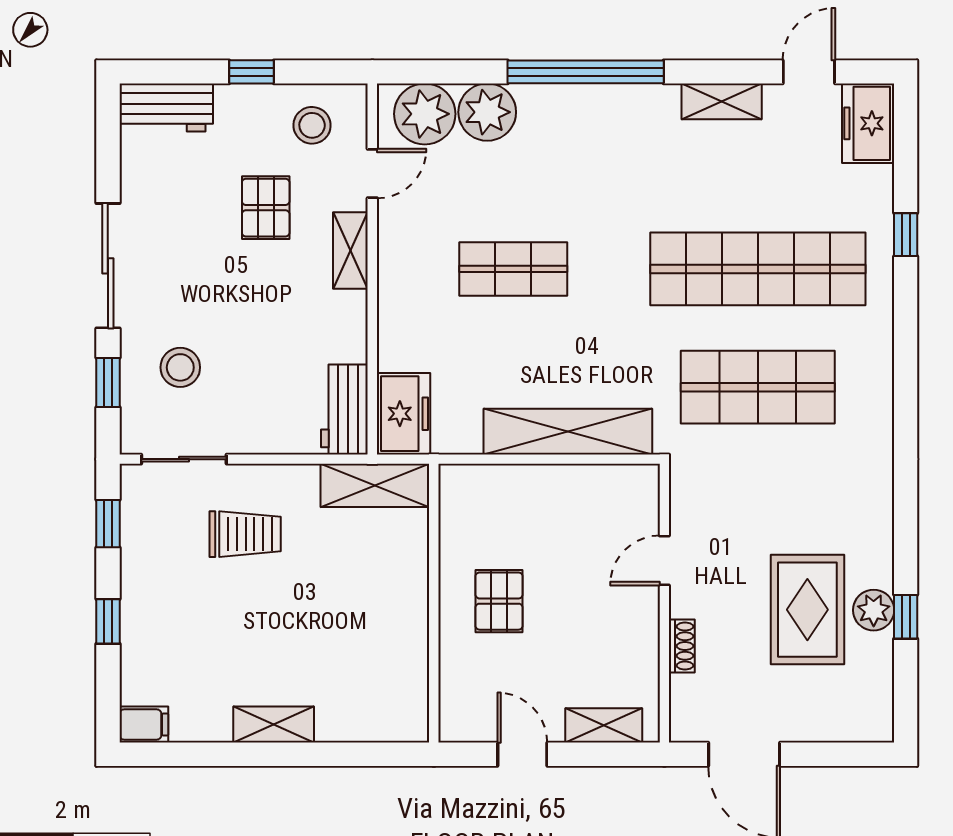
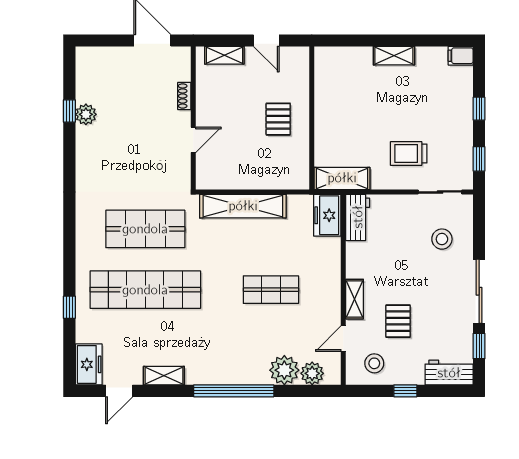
plant: (425, 114) -> (312, 373), width x0.73, depth x0.73
window: (108, 382) -> (479, 346), moved
rug: (807, 610) -> (120, 115), removed

